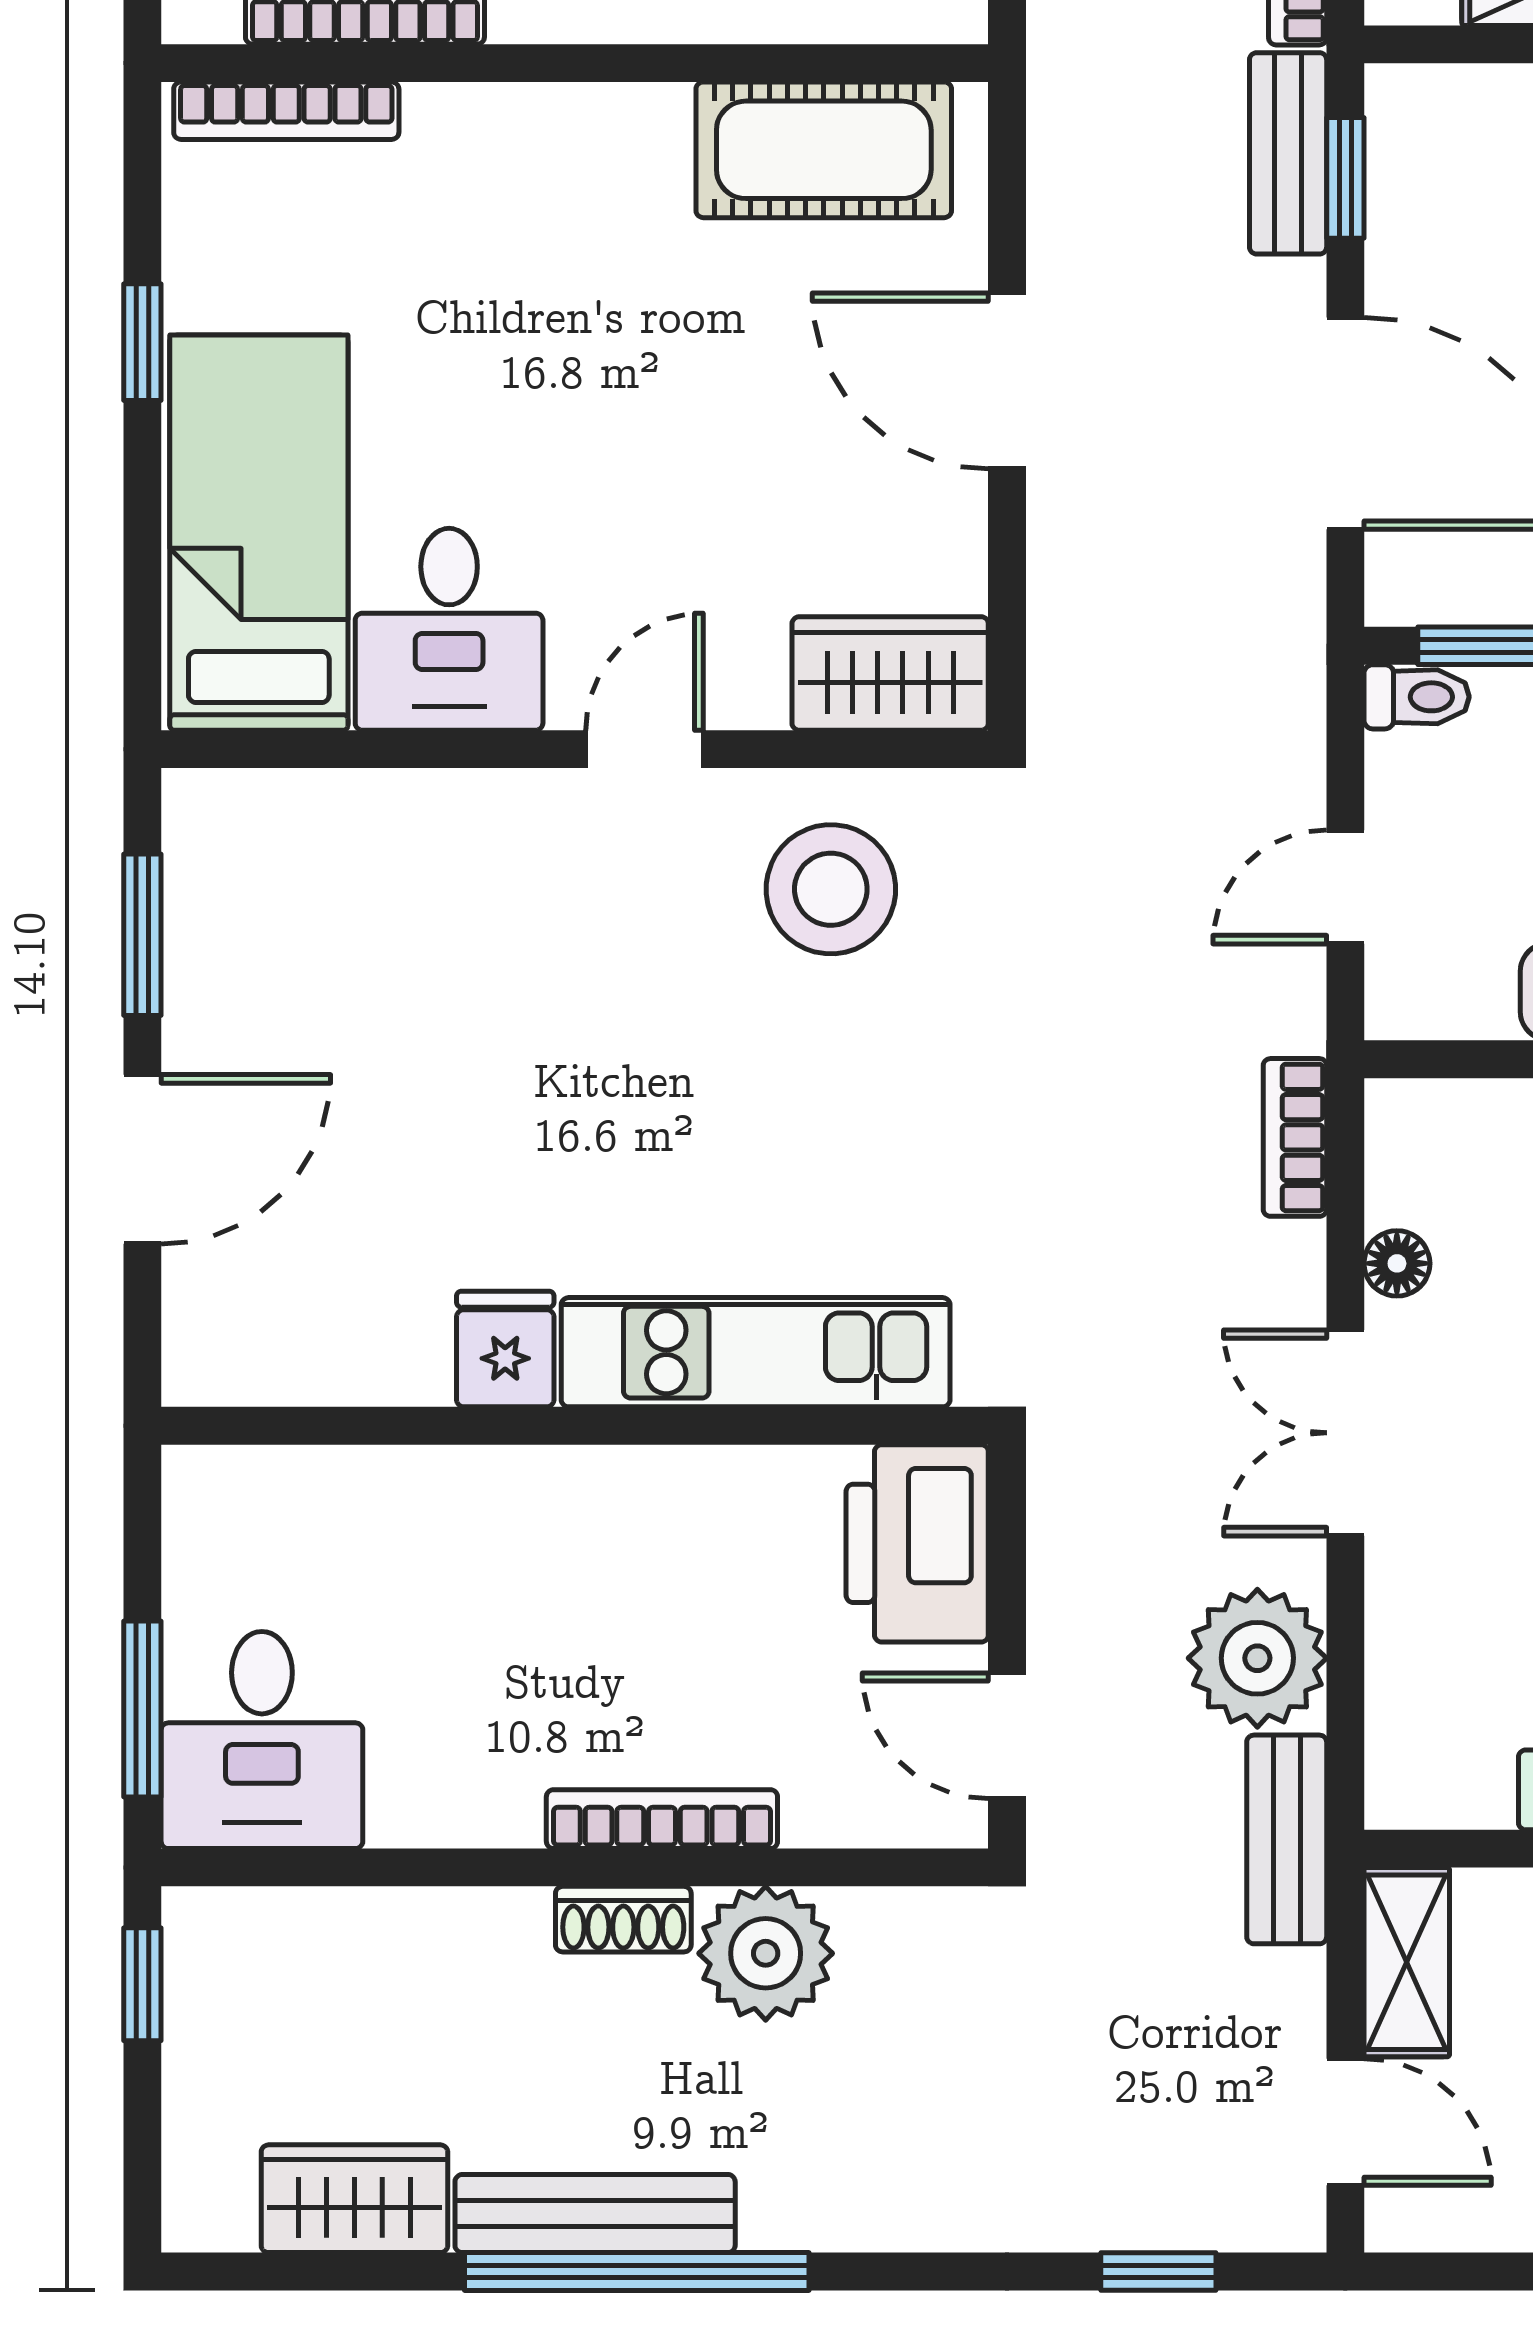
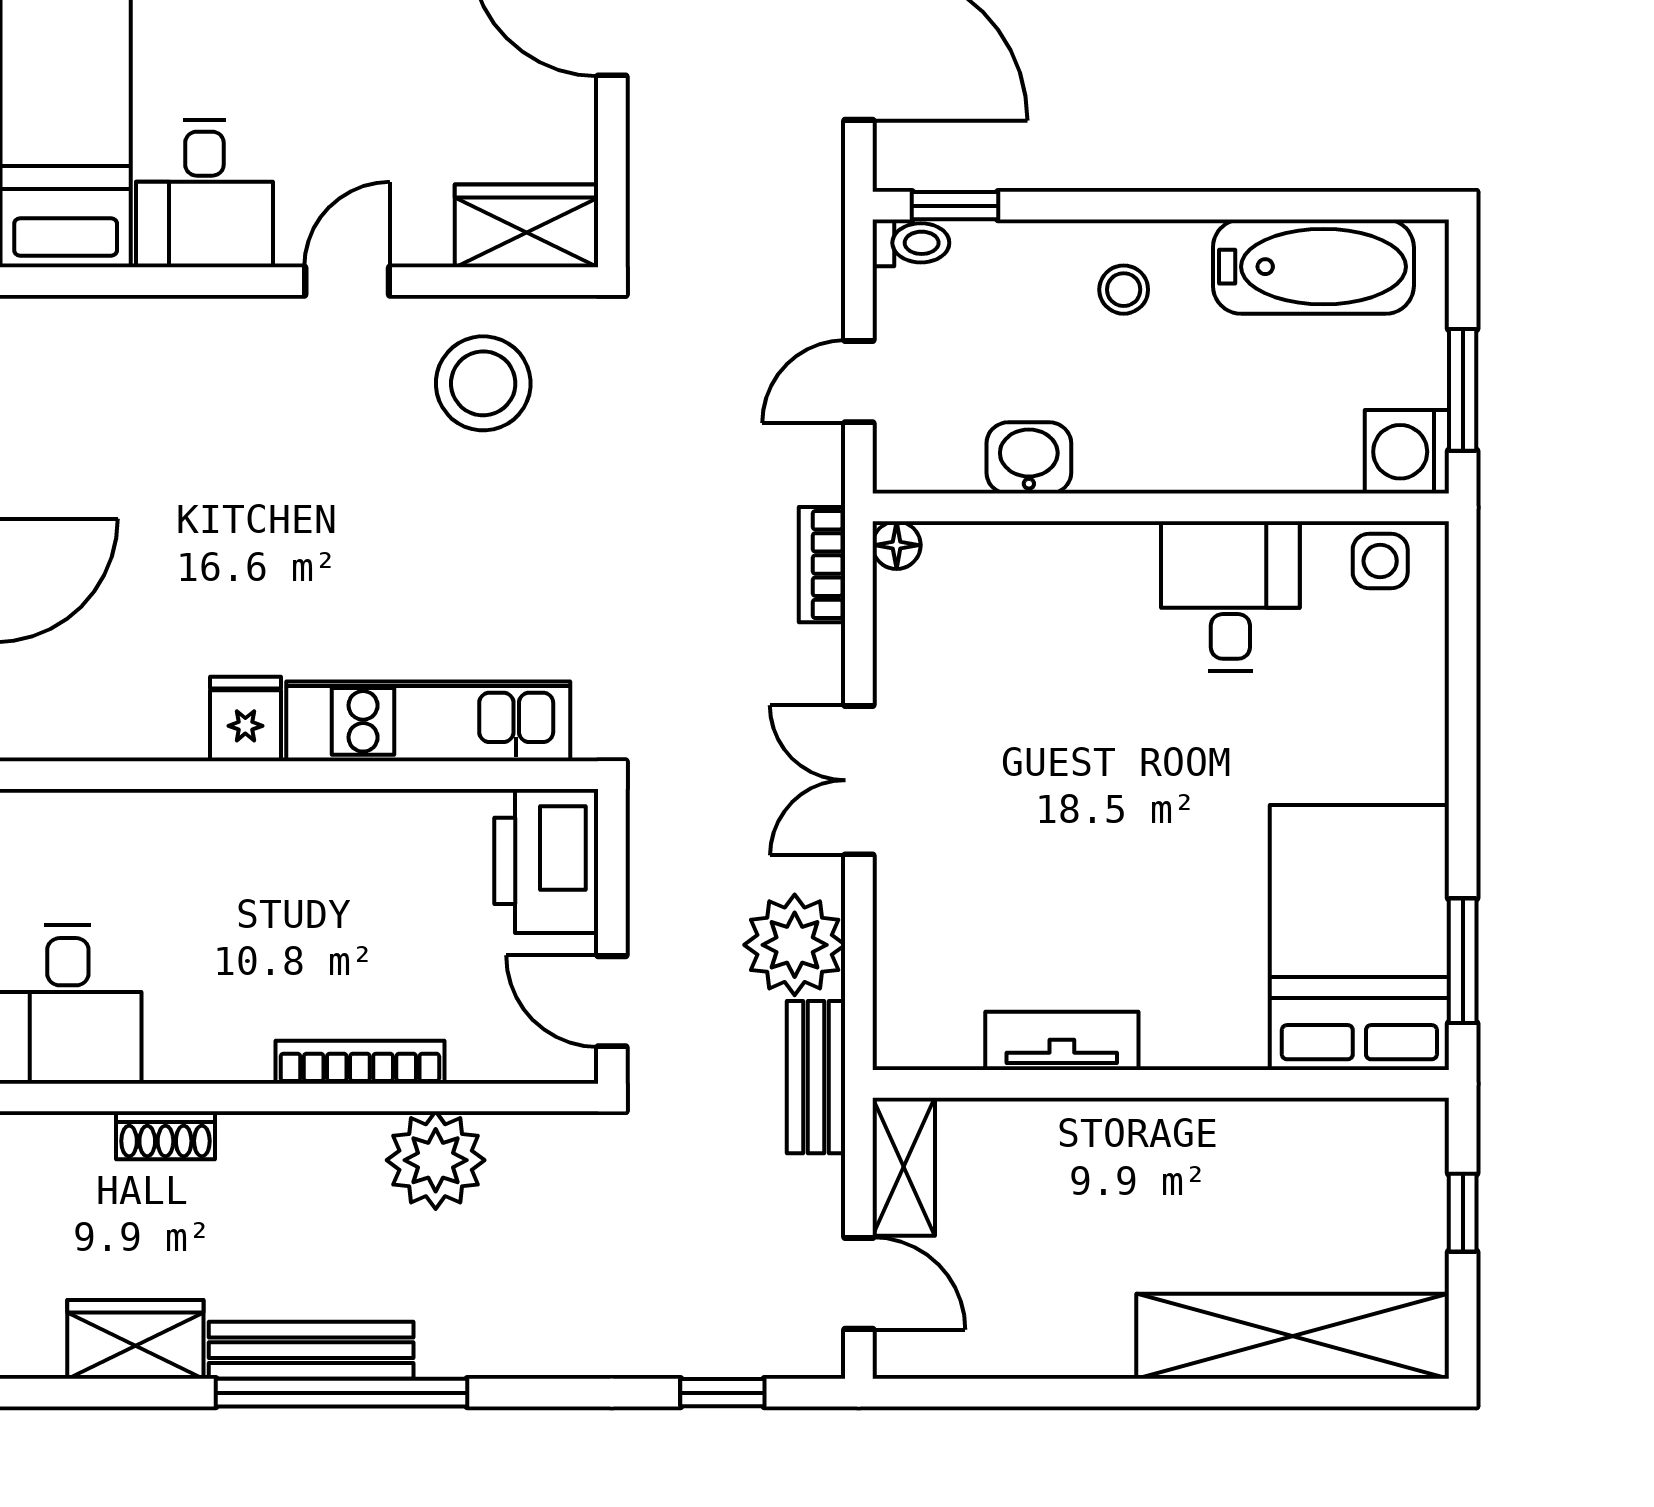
floor lamp: (1397, 1263) -> (897, 545), moved
shoe rack: (623, 1919) -> (165, 1135), moved

